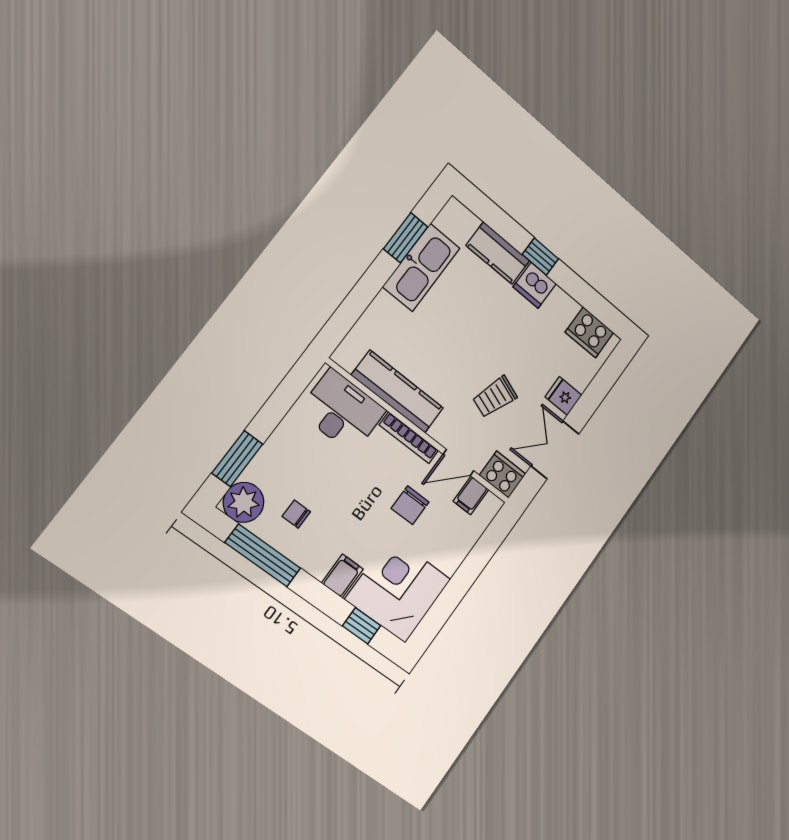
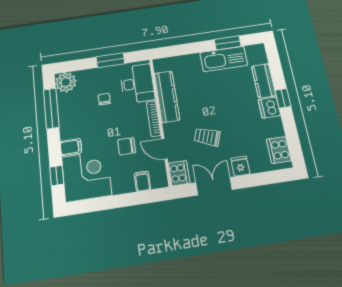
window: (237, 459) -> (110, 60), moved
filing cabinet: (471, 495) -> (142, 181), moved, turned 90
chair: (296, 514) -> (104, 99), moved

